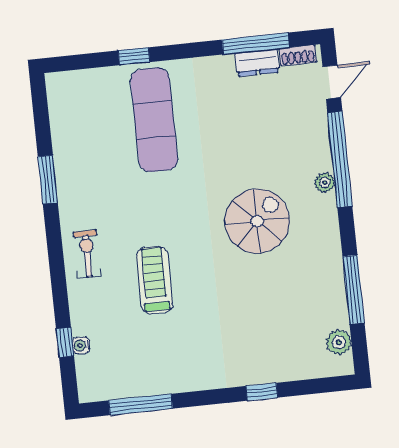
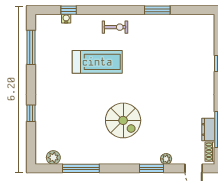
exercise mat: (154, 120) -> (183, 71), removed
window: (340, 159) -> (152, 168), width x0.47
plant: (325, 183) -> (166, 159), moved
treadmill: (155, 280) -> (97, 62), width x1.37, depth x1.38

